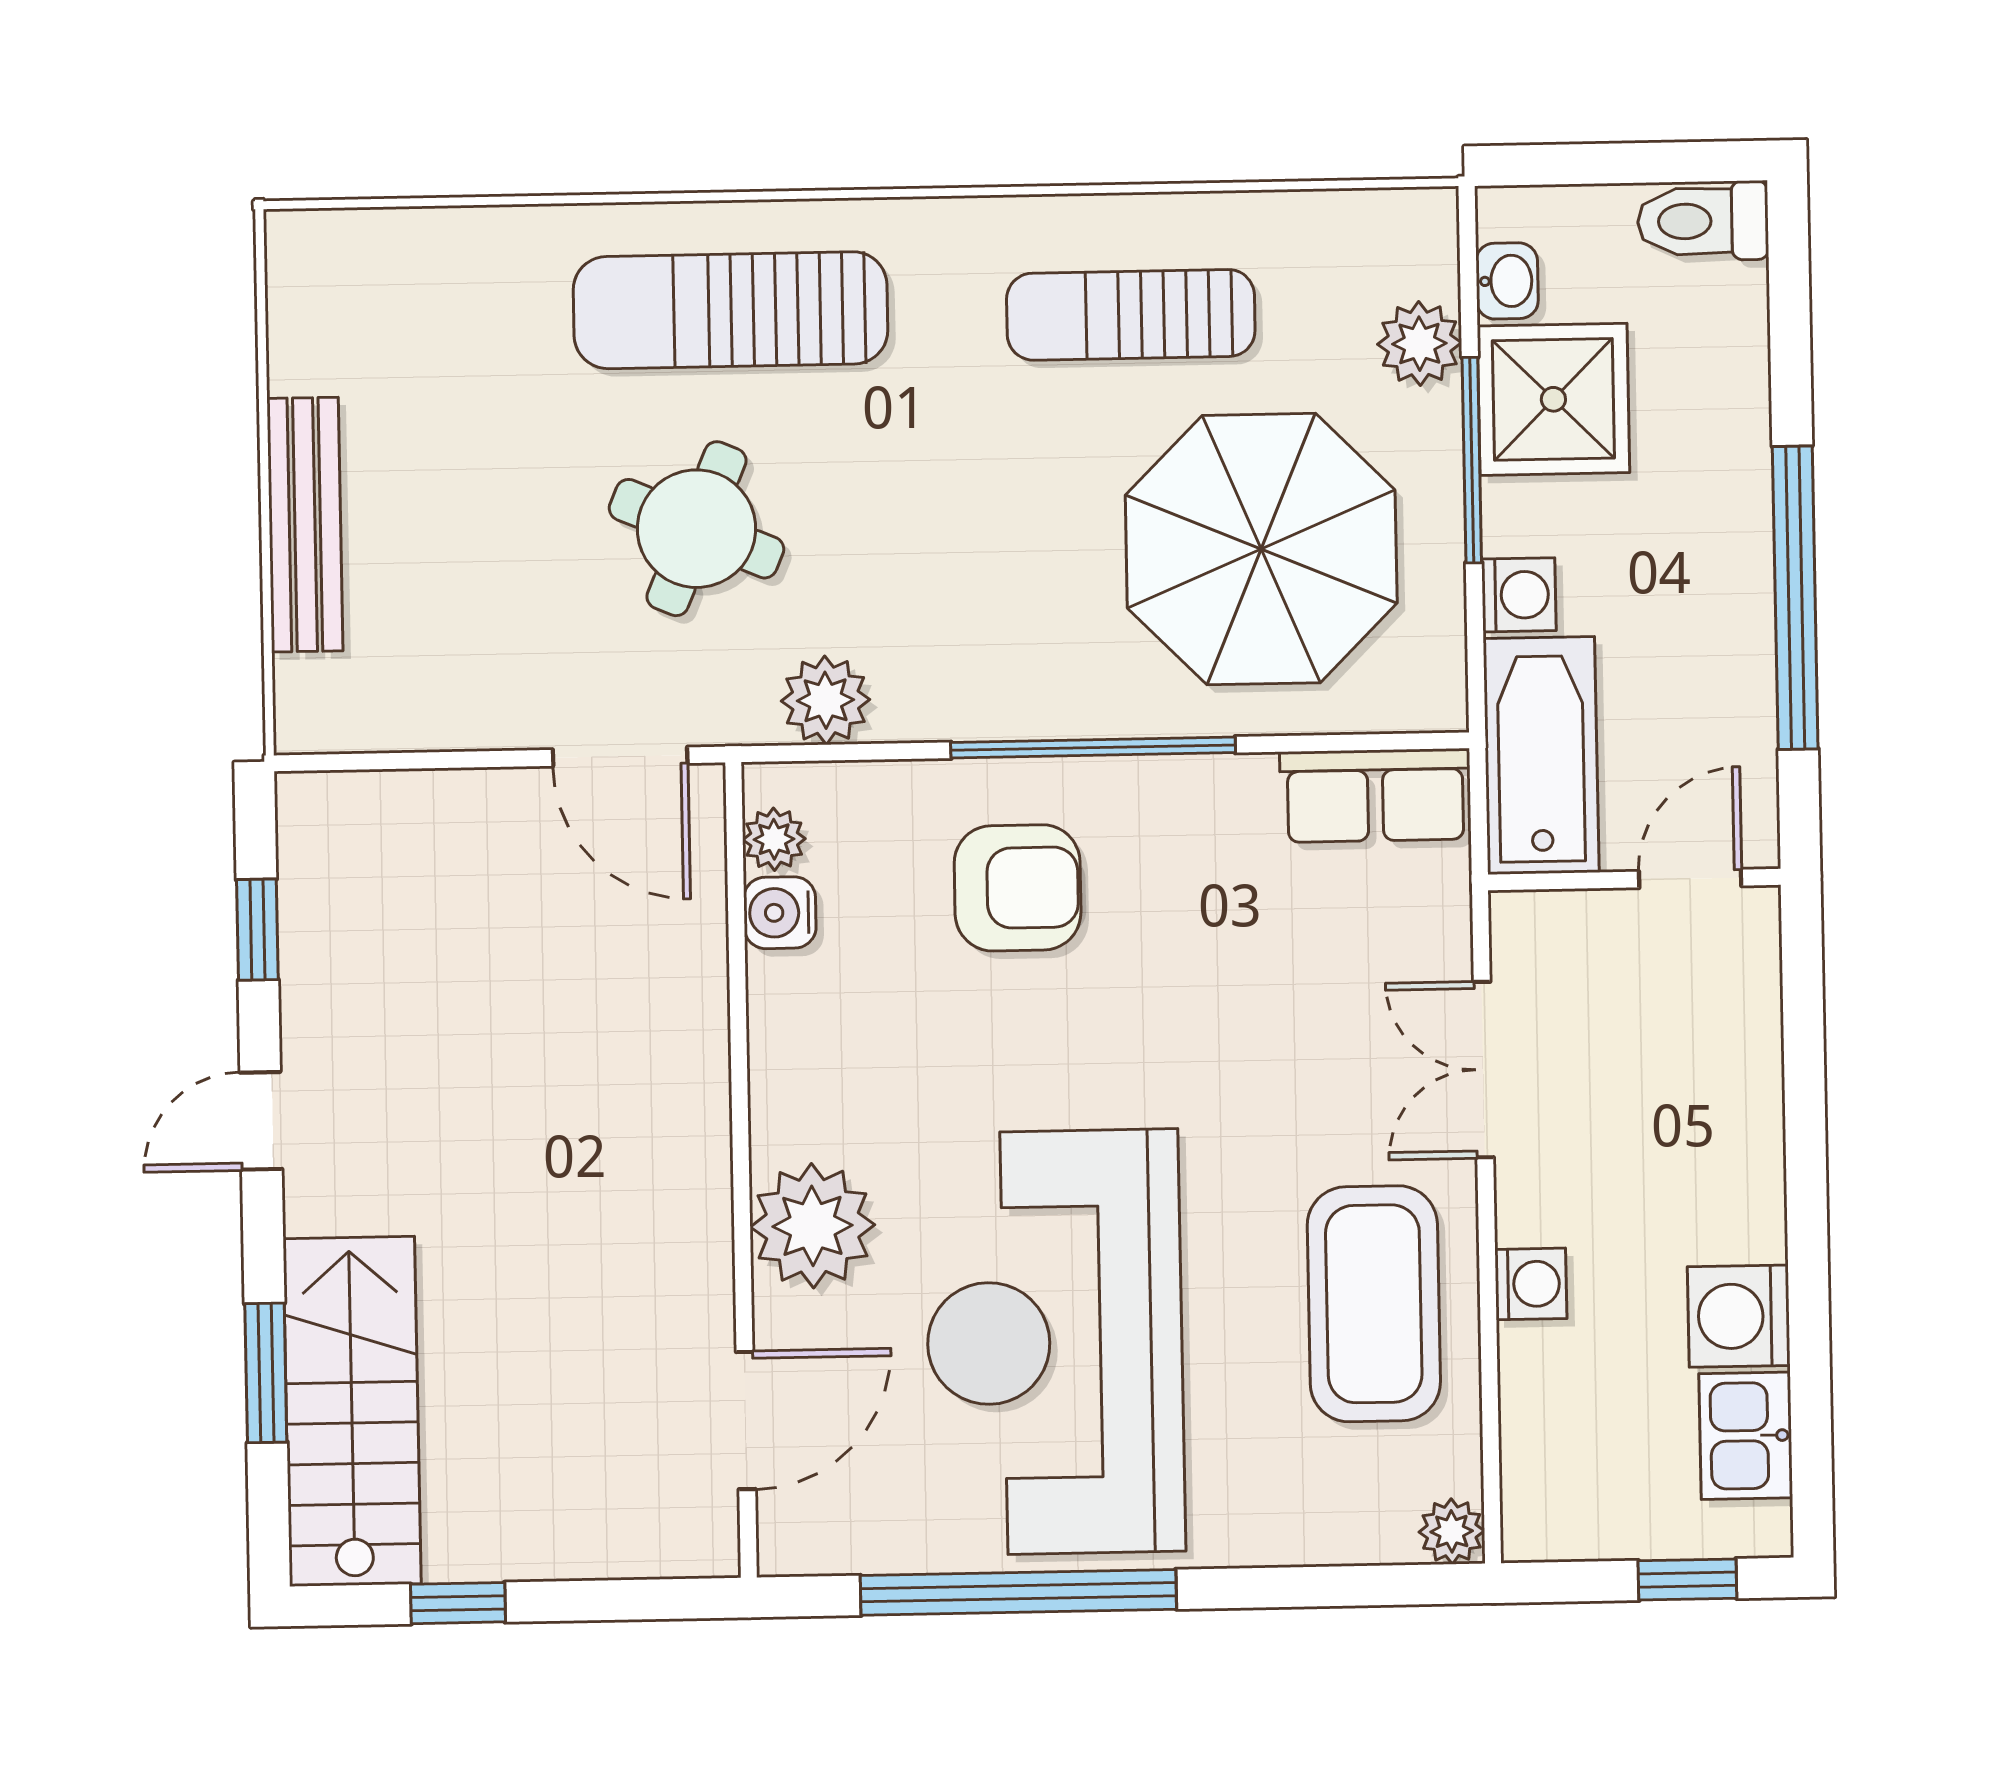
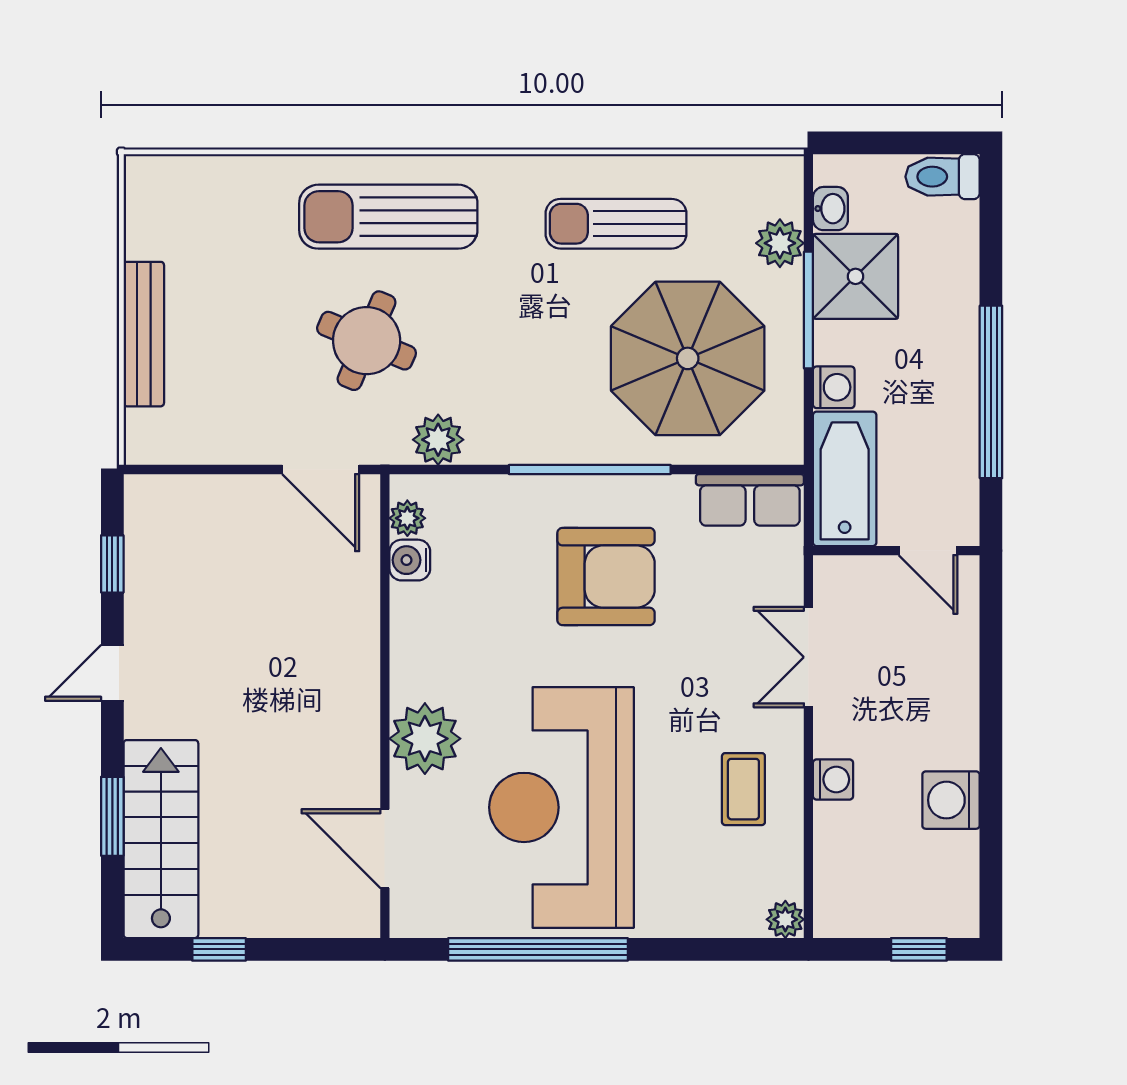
door: (1690, 879) -> (928, 551), swing flipped
armchair: (1018, 888) -> (606, 577), moved, width x1.36, depth x1.36
coffee table: (1374, 1304) -> (743, 789), width x0.54, depth x0.58
door: (746, 1420) -> (385, 849), swing flipped
kitchen sink: (1746, 1436) -> (954, 868), removed

